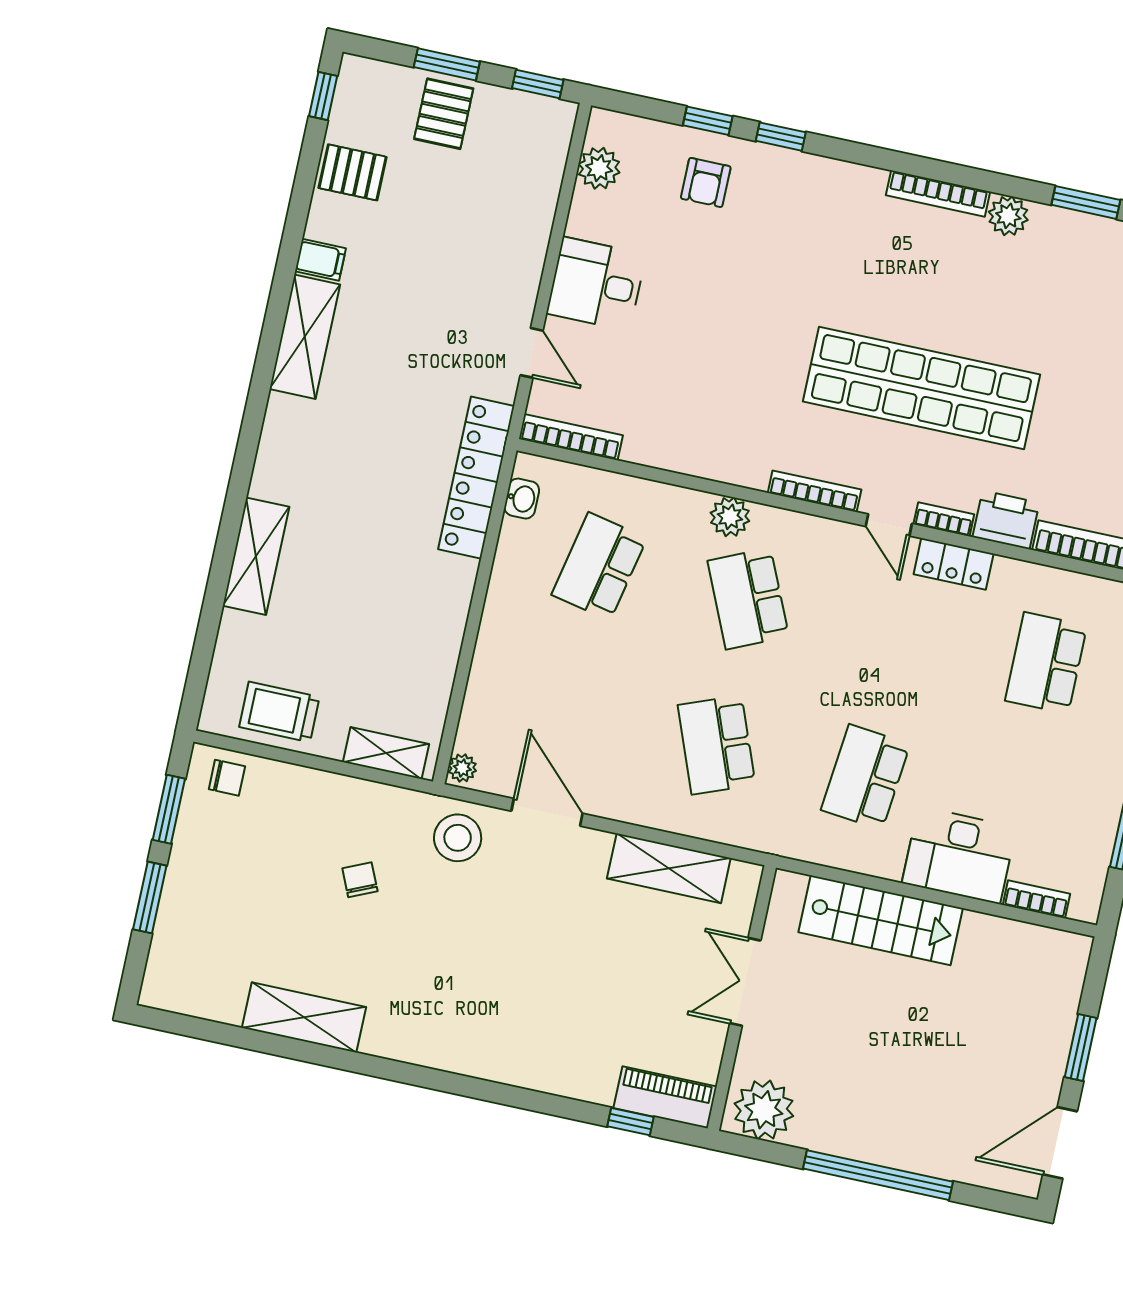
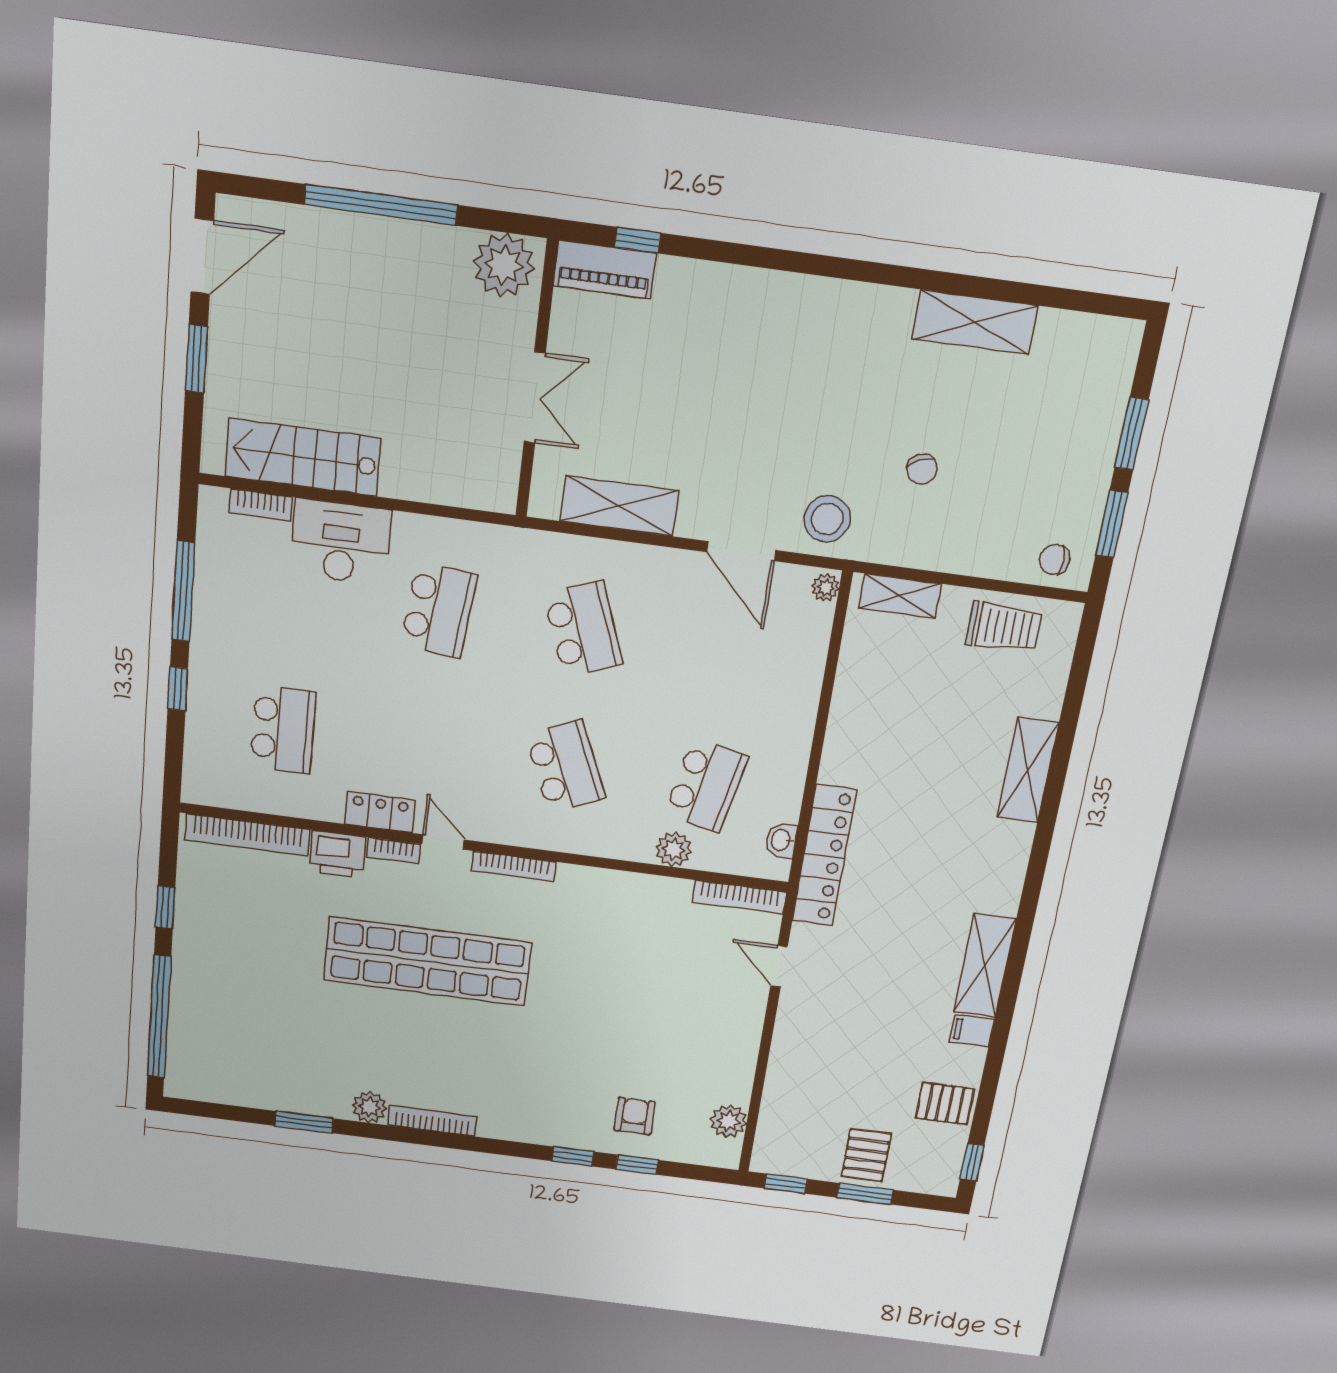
desk: (596, 284) -> (725, 1028), removed
plant: (730, 517) -> (674, 849), moved
stairs: (881, 920) -> (303, 457), moved

